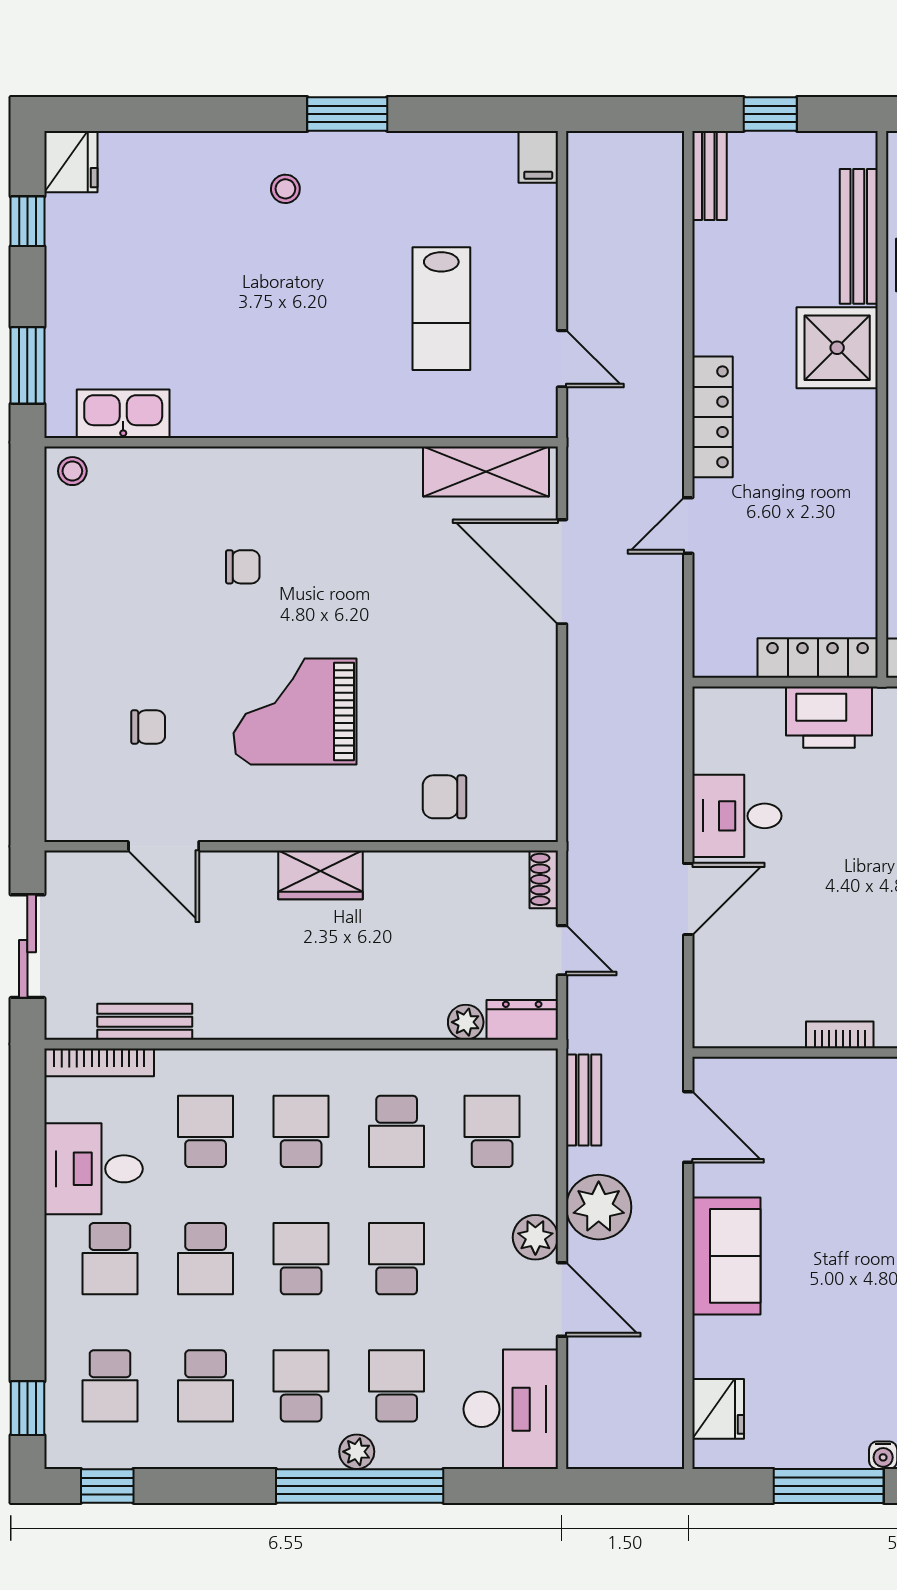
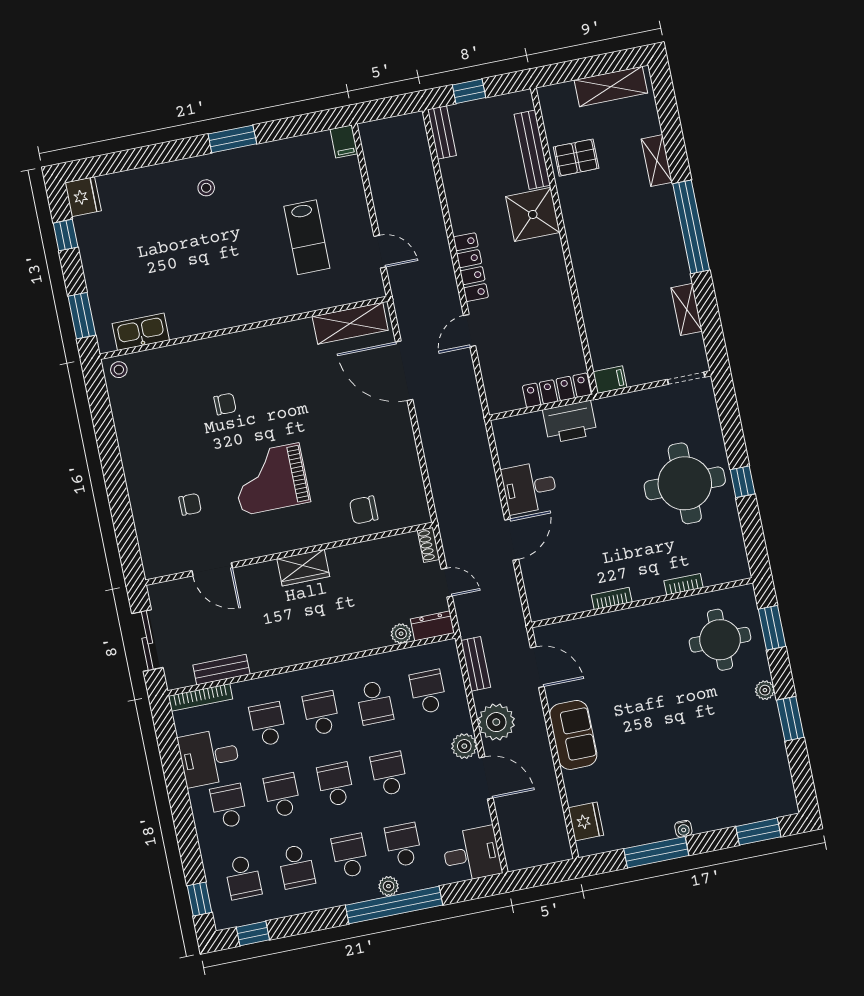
school desk: (110, 1259) -> (229, 806), turned 180
school desk: (206, 1259) -> (282, 795), turned 180
desk: (511, 1409) -> (472, 854), width x0.73

